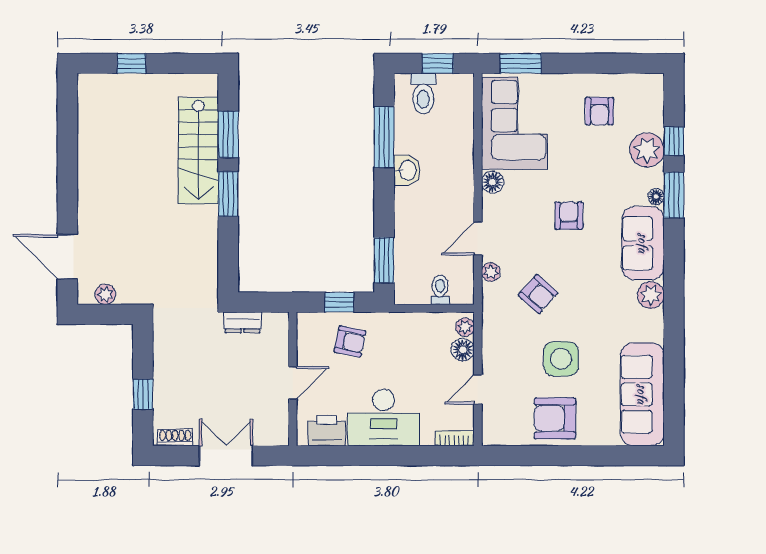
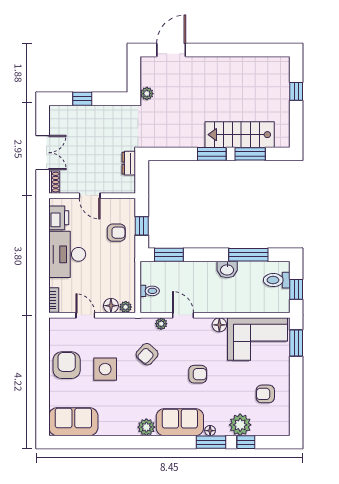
plant: (105, 294) -> (147, 94), moved
armchair: (350, 342) -> (116, 233), turned -102
sofa: (642, 394) -> (73, 422), width x0.73
shoe rack: (175, 437) -> (54, 182), moved

